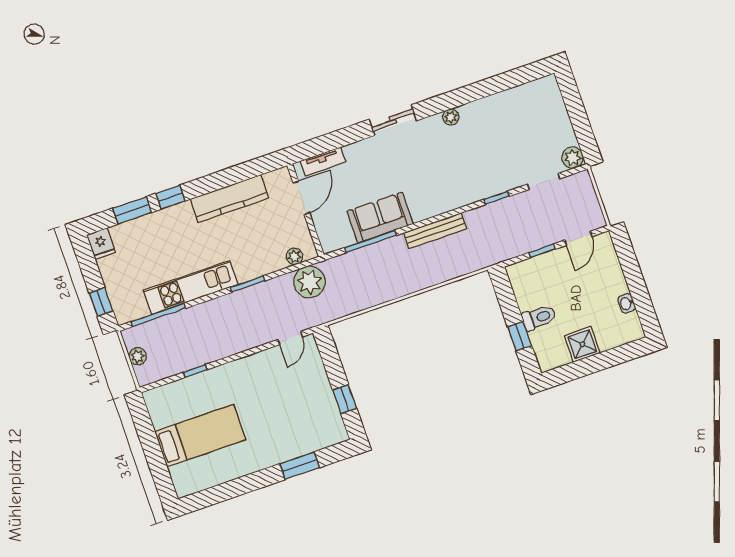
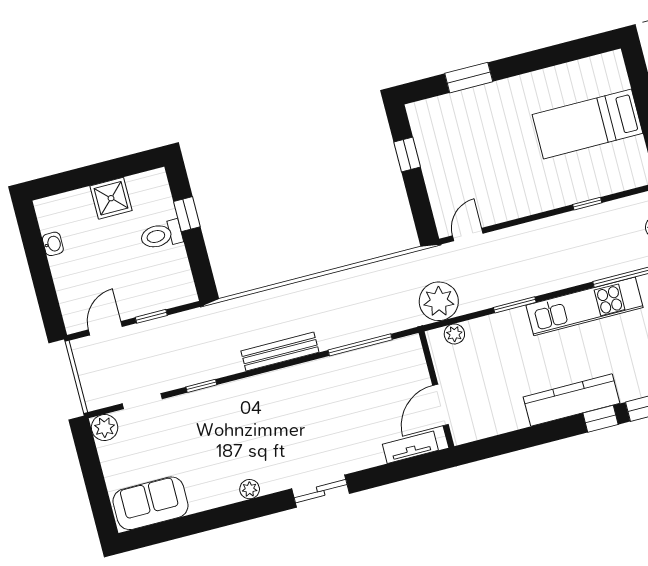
kitchen counter: (229, 199) -> (571, 400), moved
sofa: (380, 218) -> (150, 503), moved, turned 180

